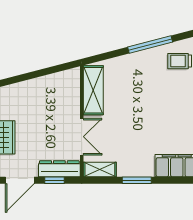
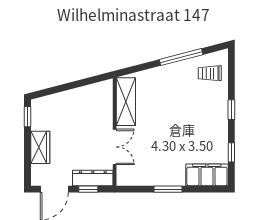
shelving: (100, 170) -> (132, 179), removed

